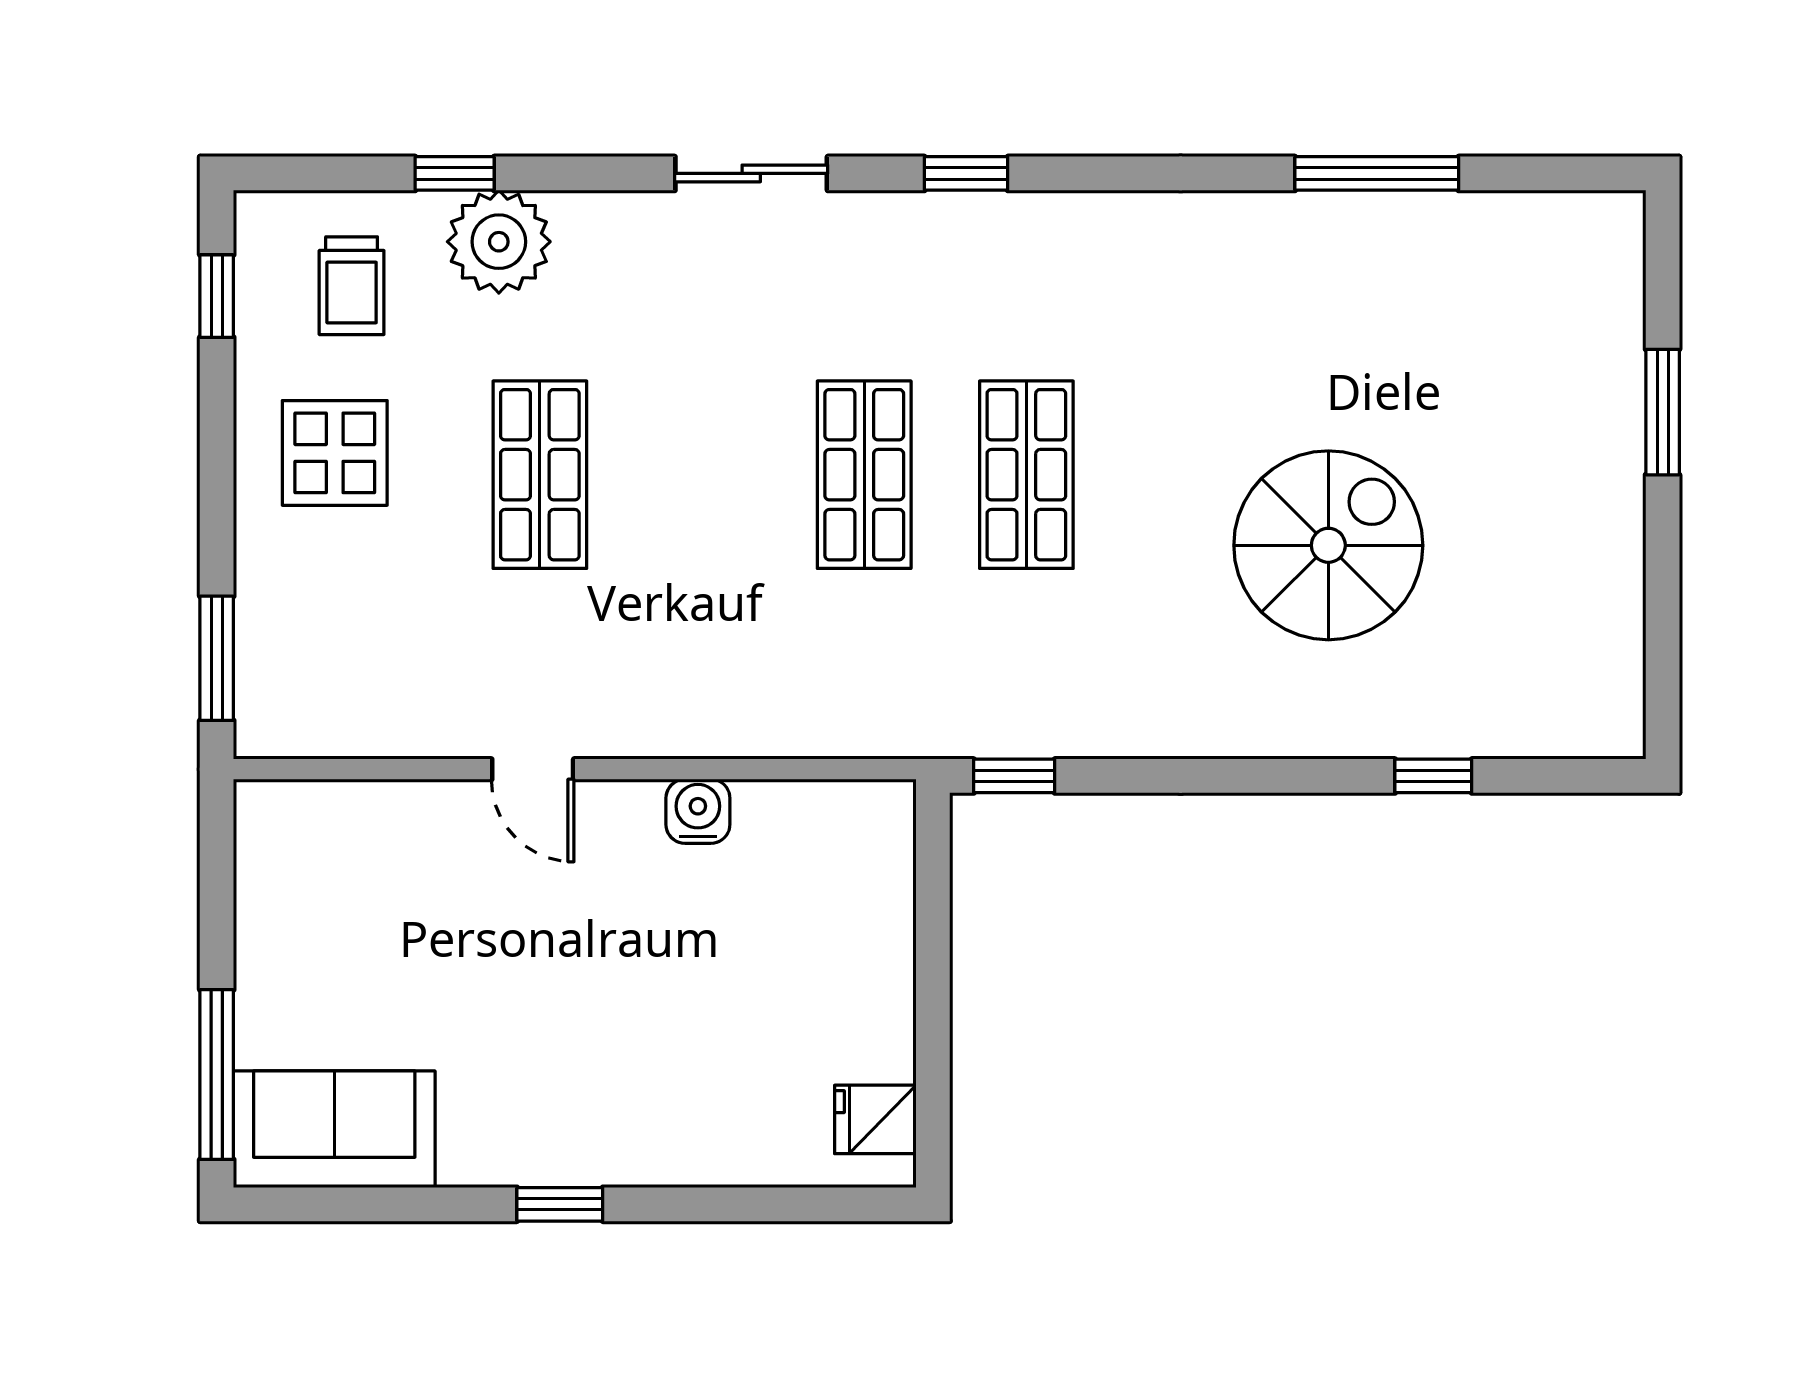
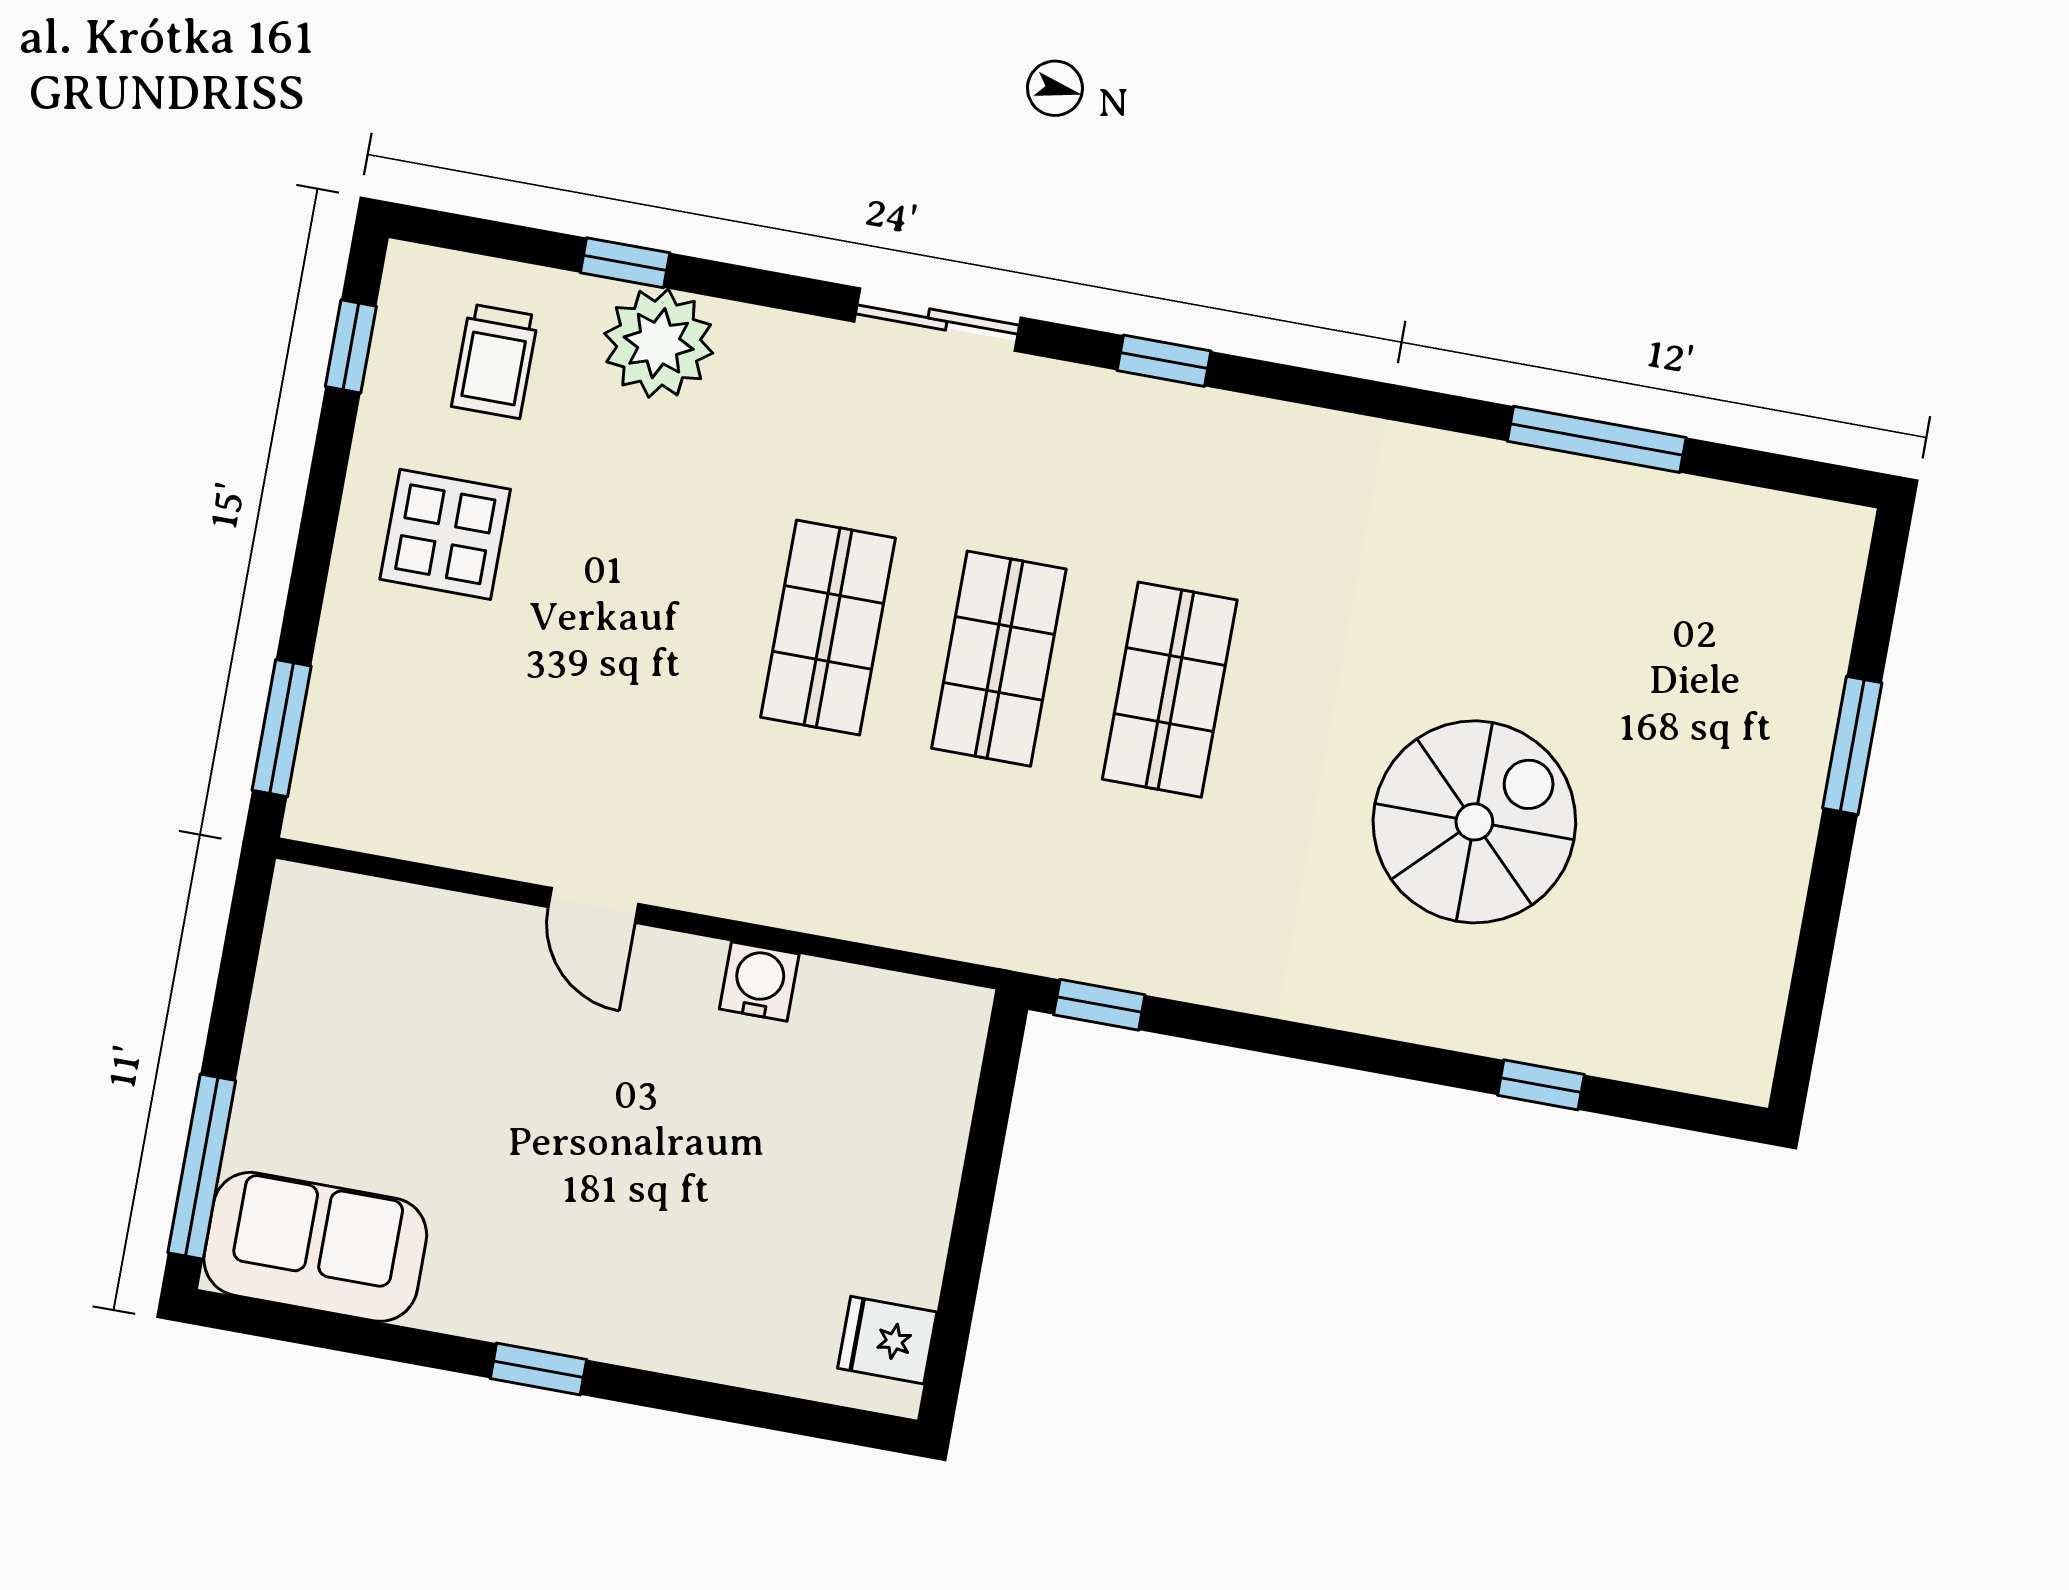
shop shelf: (540, 475) -> (828, 628), moved

